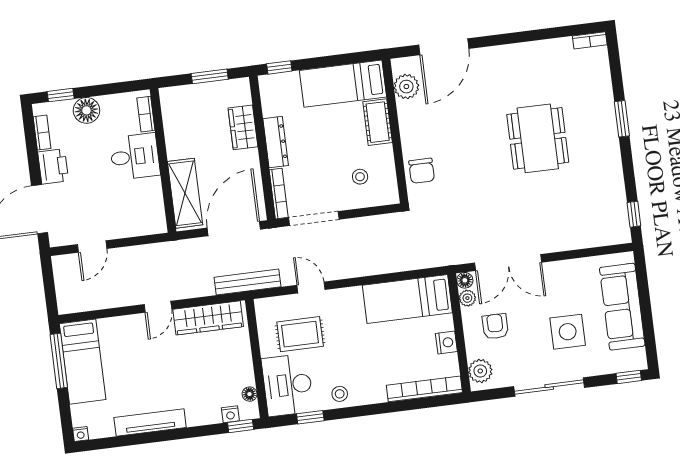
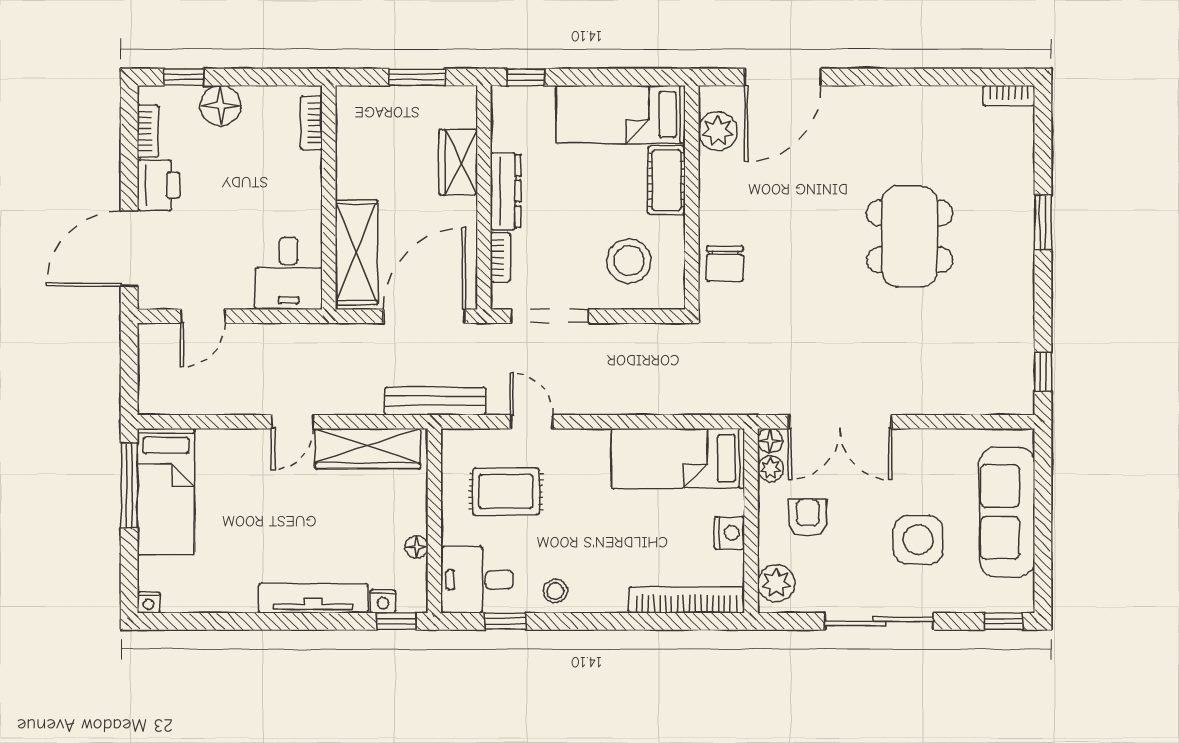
desk: (135, 156) -> (289, 273), moved, turned 90
stool: (360, 177) -> (629, 261), width x1.89, depth x1.89
bookcase: (279, 194) -> (500, 257), width x0.64
desk: (288, 385) -> (477, 580), width x0.73
floor lamp: (250, 394) -> (416, 547), moved
tv unit: (150, 422) -> (313, 598), moved

